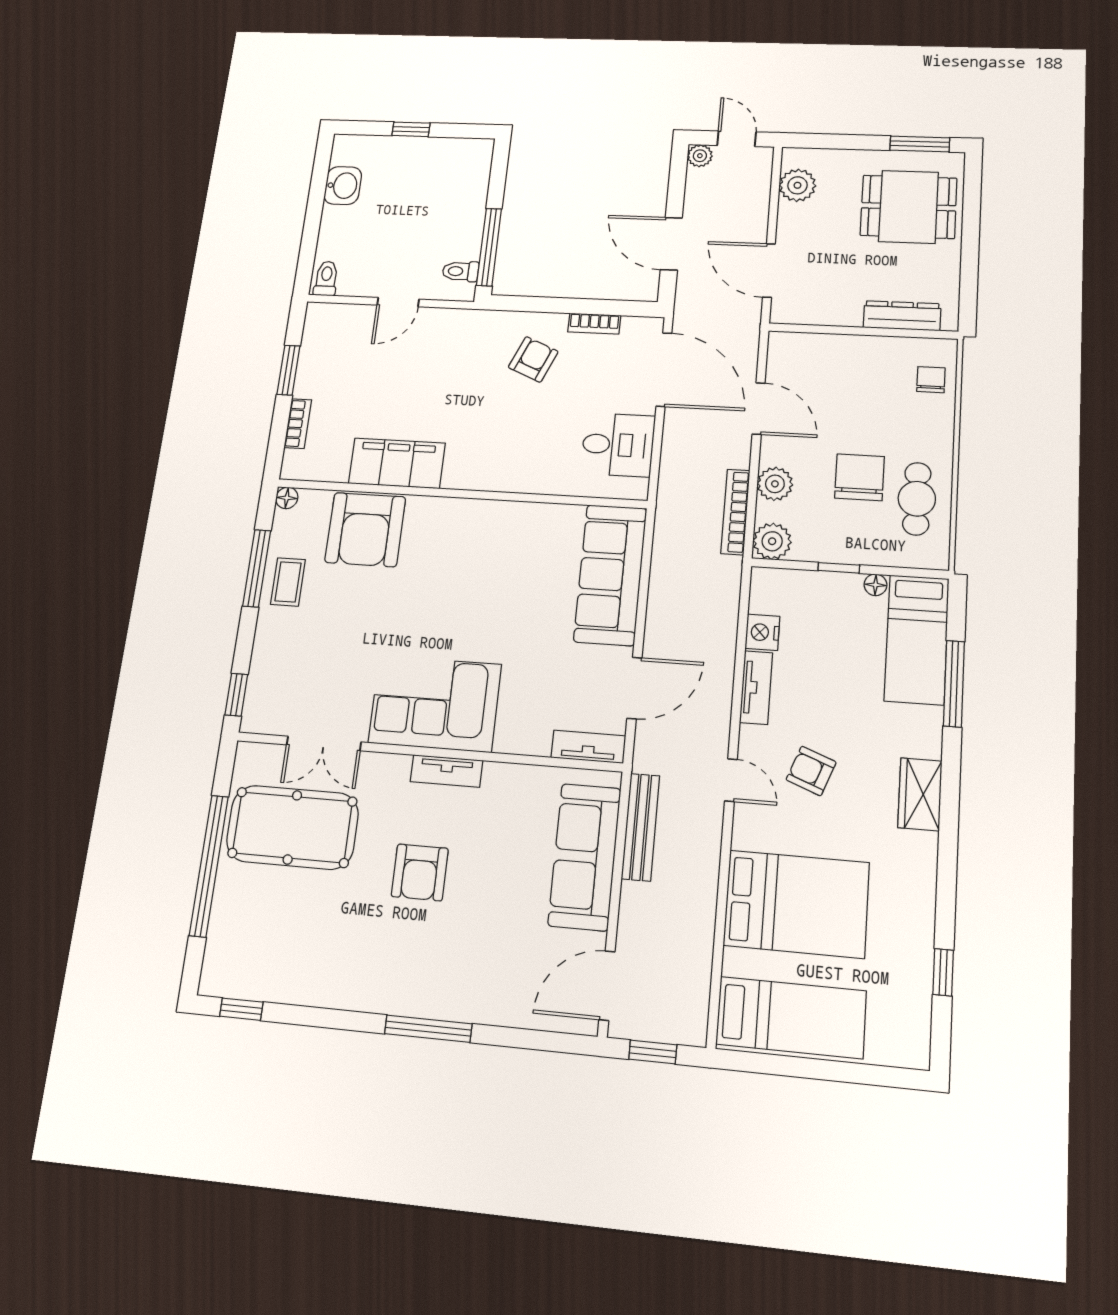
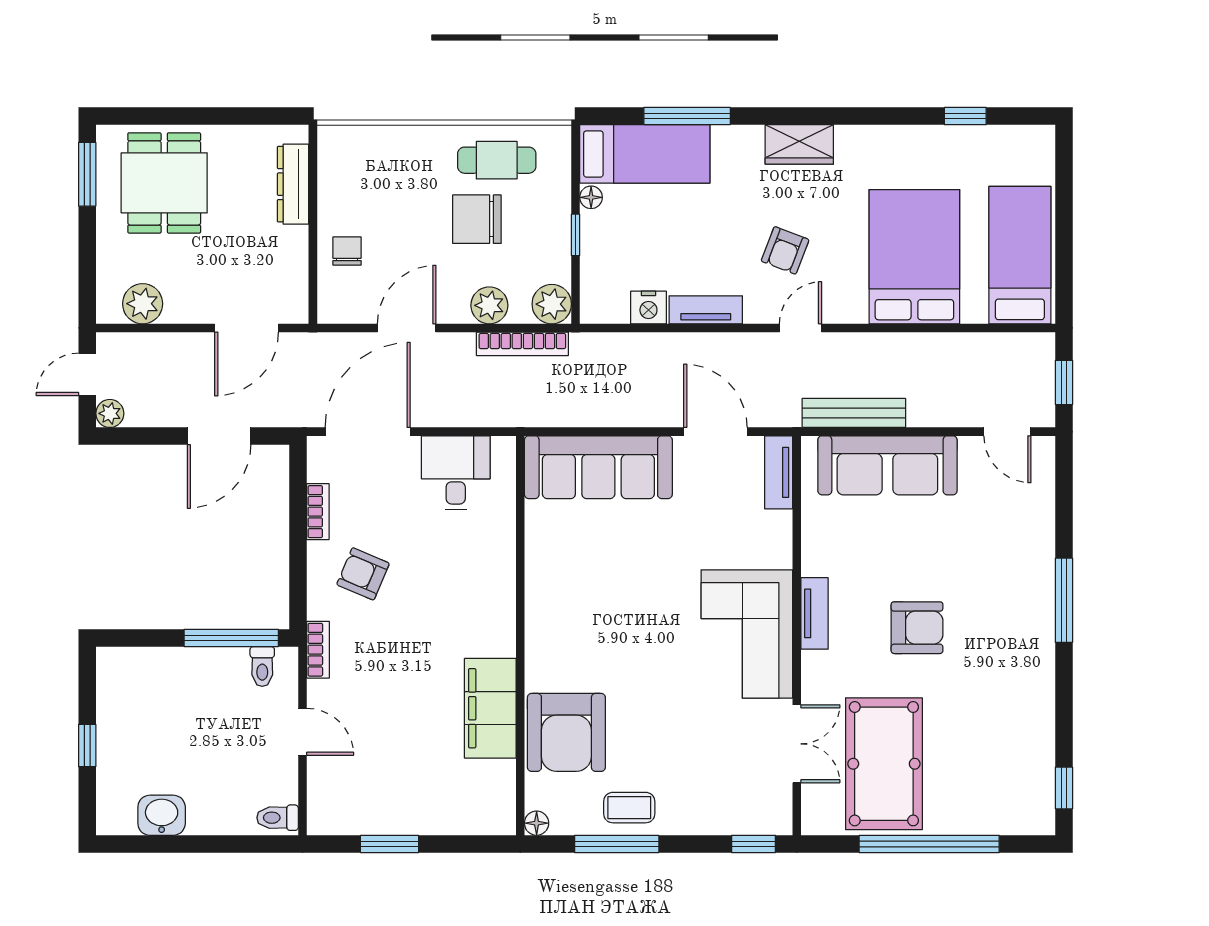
chair: (931, 380) -> (347, 251), moved, turned 90
bookcase: (298, 424) -> (318, 650), moved, turned 90
armchair: (365, 530) -> (566, 732), turned 90
door: (607, 986) -> (1007, 432), width x0.73

